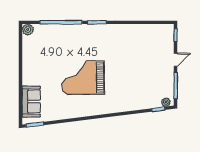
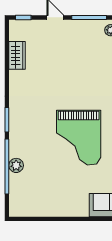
plant: (28, 29) -> (16, 165), moved
wardrobe: (146, 30) -> (17, 55), added

